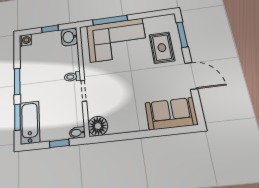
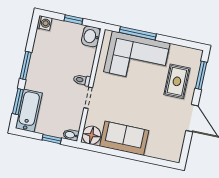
sofa: (171, 114) -> (124, 138), moved

